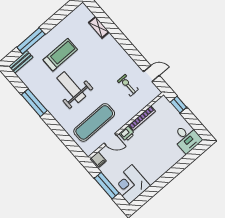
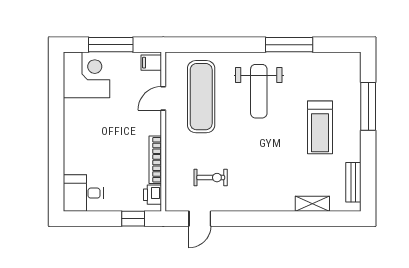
bench: (21, 62) -> (353, 182), moved
weight bench: (71, 87) -> (259, 91), moved, turned 90
printer: (127, 134) -> (153, 195), moved

